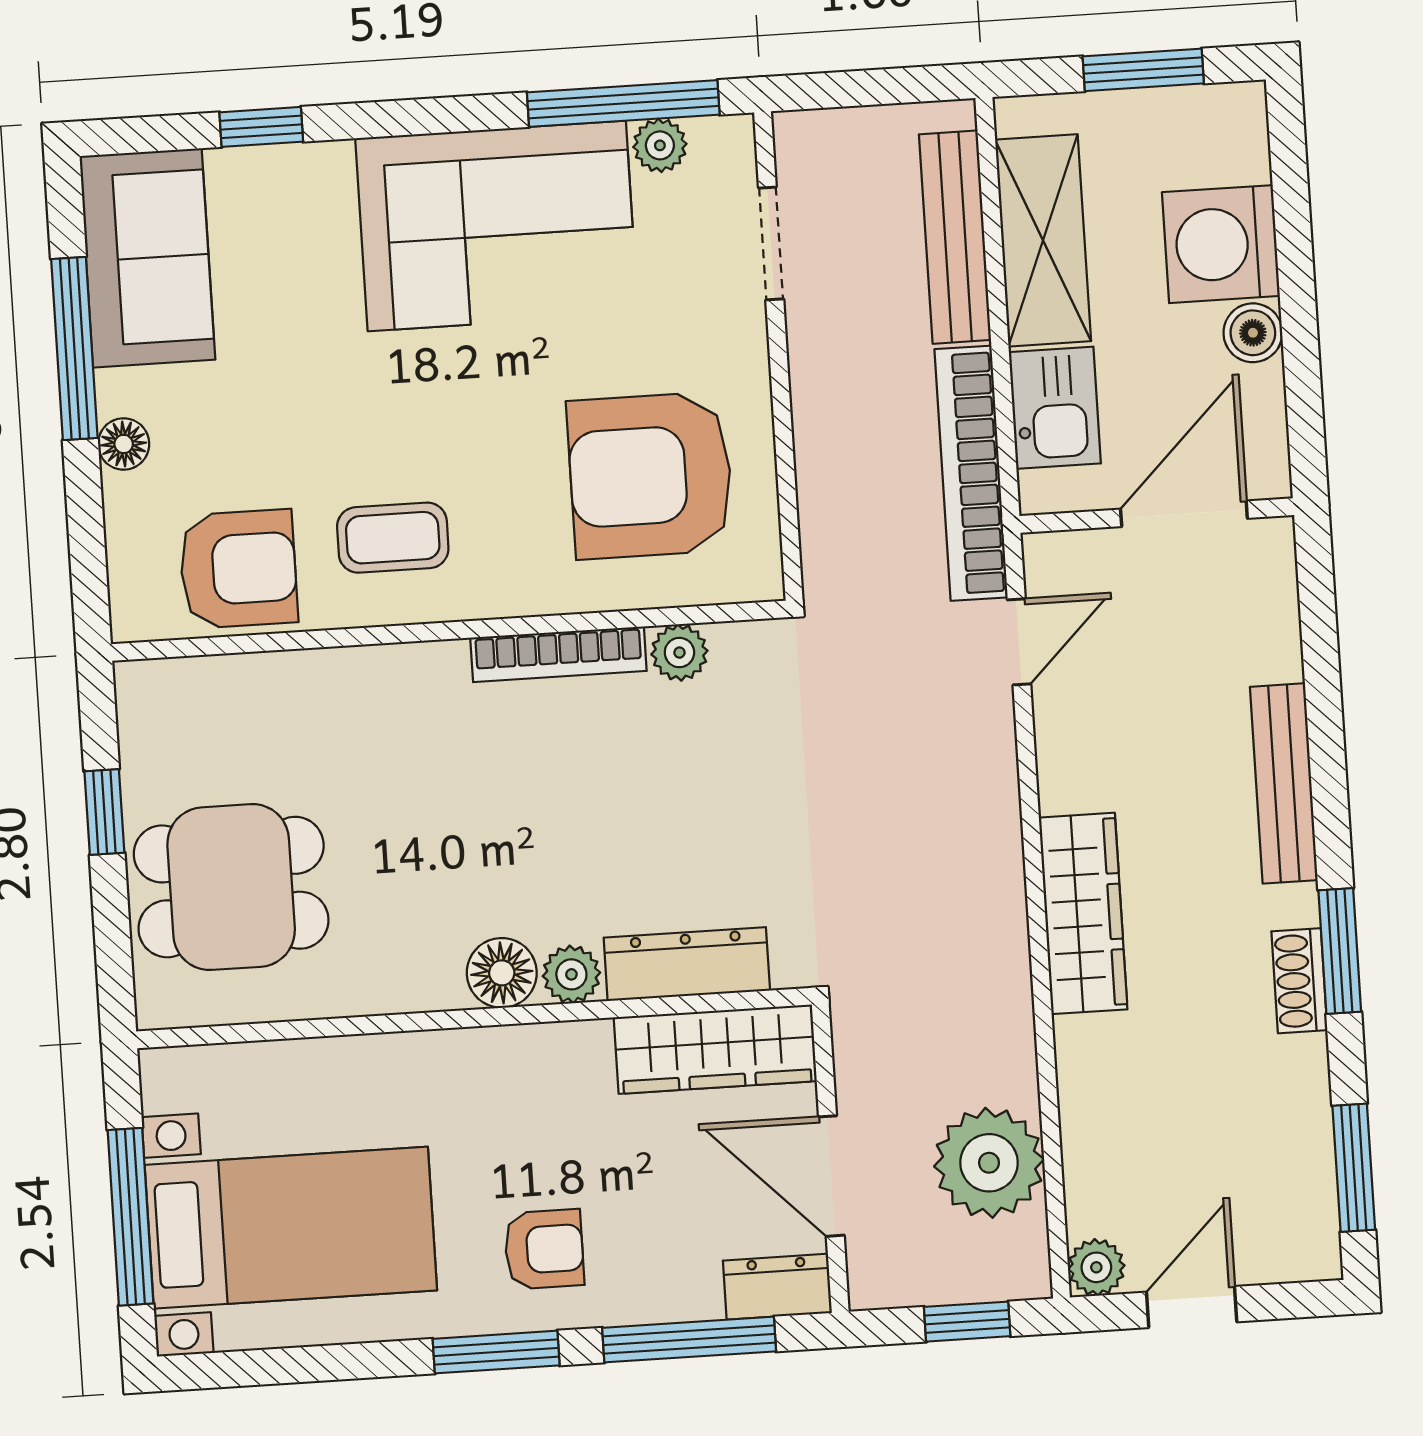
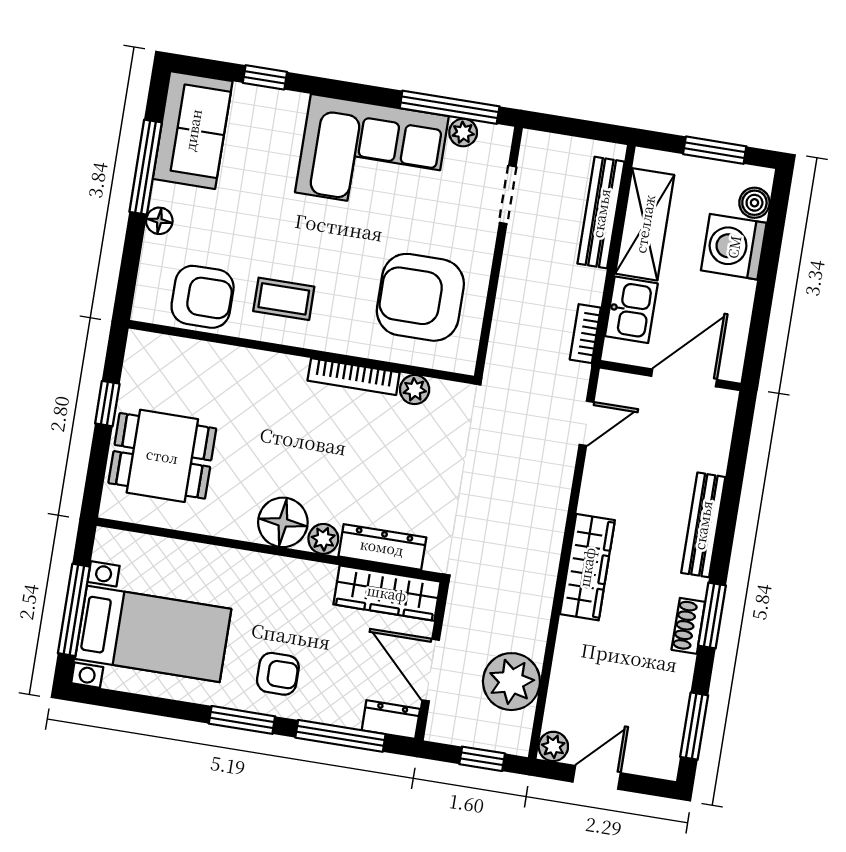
boiler: (1253, 333) -> (754, 203), moved
bookcase: (971, 473) -> (585, 334), width x0.43, depth x0.76
floor lamp: (502, 973) -> (283, 522), width x1.38, depth x1.38

